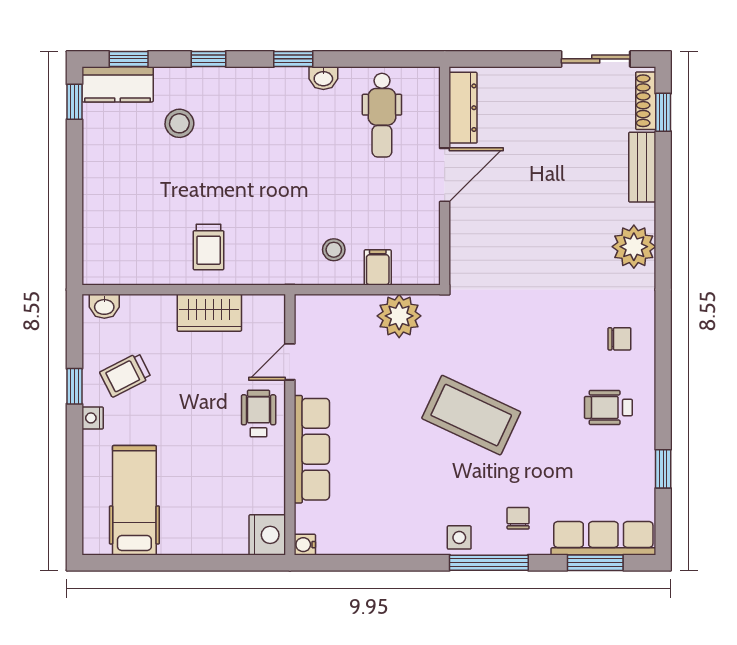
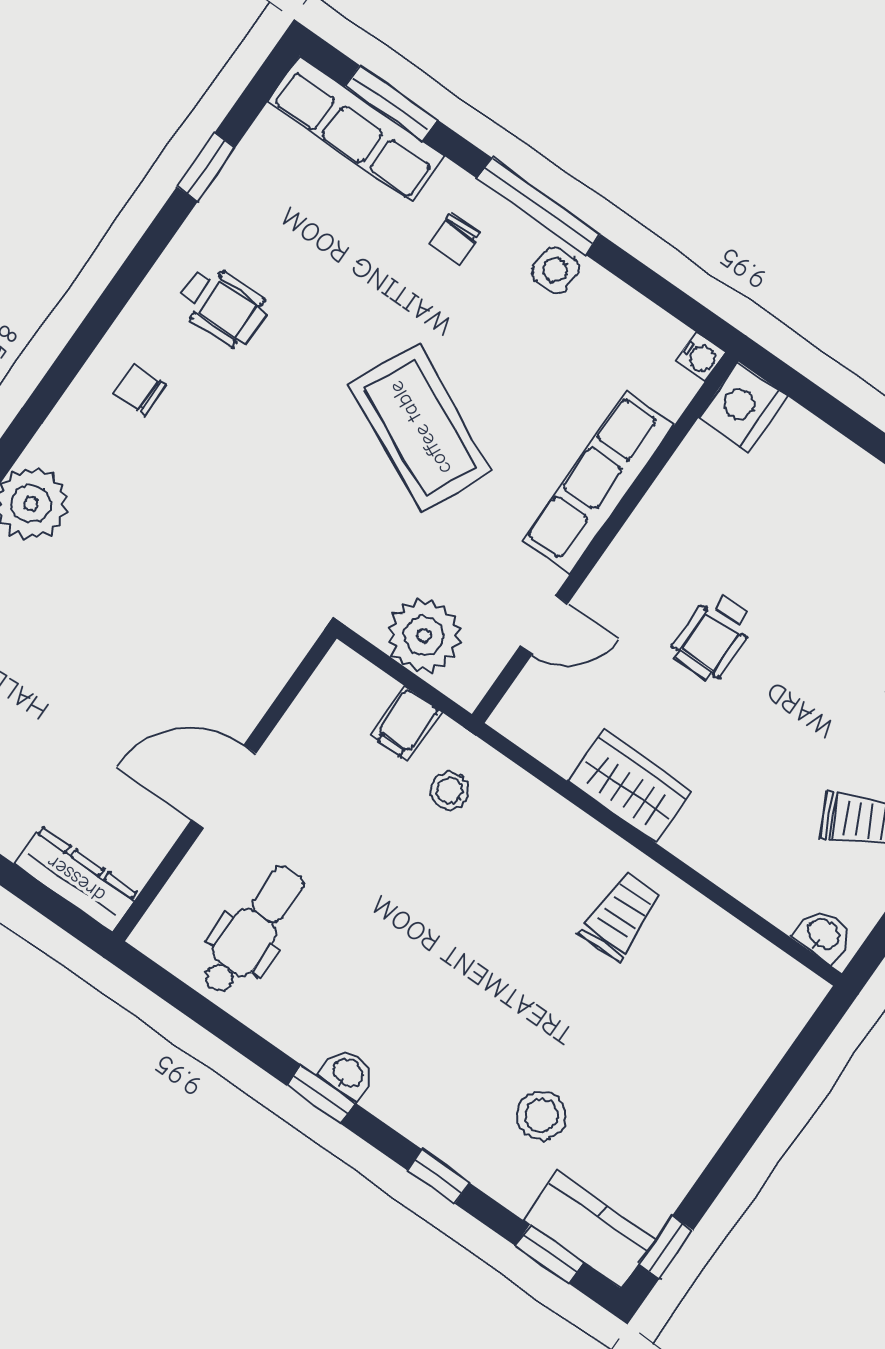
washbasin: (323, 78) -> (347, 1073), moved
dresser: (463, 108) -> (76, 879), moved, turned 90
wardrobe: (209, 313) -> (630, 786), moved
door: (290, 362) -> (544, 625), moved
wall: (290, 425) -> (605, 538), moved
row of seats: (312, 449) -> (598, 482), moved
nightstand: (267, 535) -> (743, 407), moved
water cooler: (305, 545) -> (700, 357), moved

